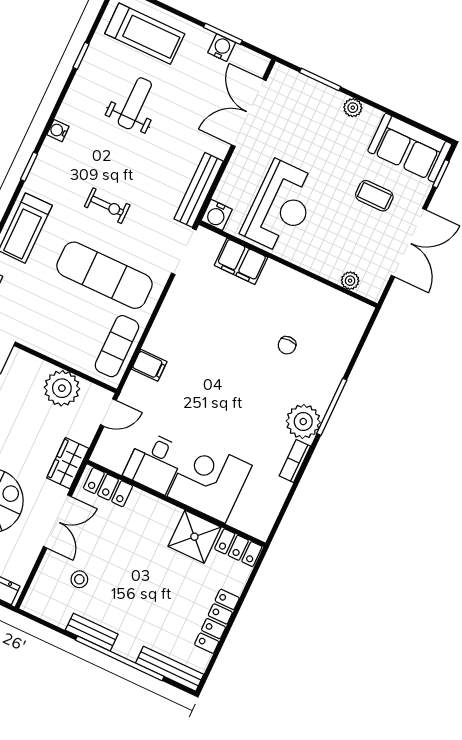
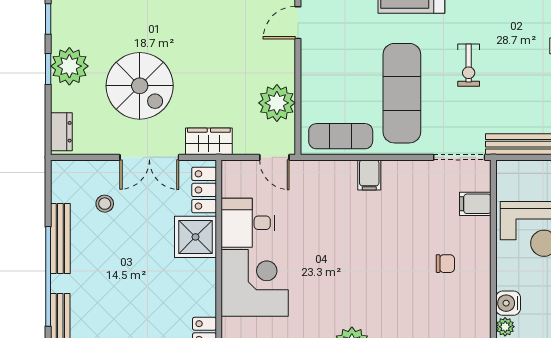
water cooler: (217, 215) -> (508, 303), moved
filing cabinet: (241, 261) -> (475, 204), width x0.50
chair: (287, 345) -> (445, 264), moved, turned 180
filing cabinet: (149, 365) -> (369, 175), moved
shower: (194, 537) -> (195, 237), moved
bench: (92, 632) -> (60, 239), width x1.36

